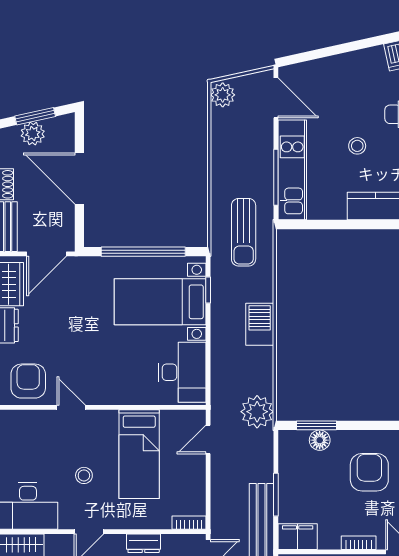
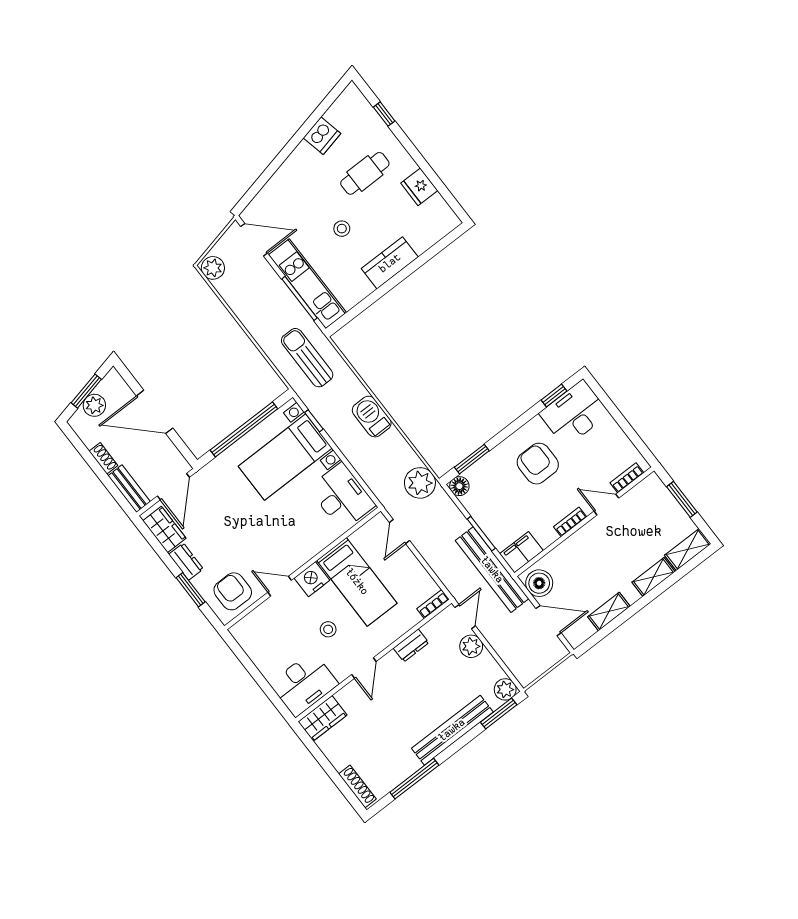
sun lounger: (244, 232) -> (307, 358), turned 180
nightstand: (103, 422) -> (312, 579), added
floor lamp: (320, 440) -> (459, 486), moved

